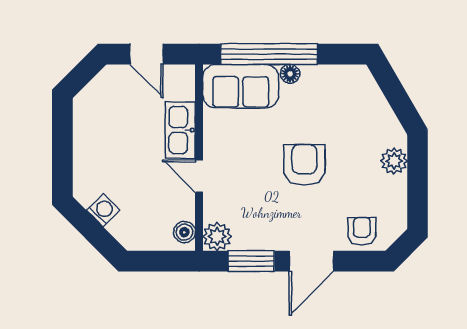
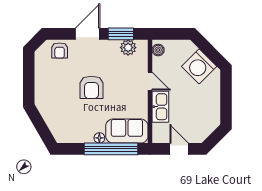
plant: (394, 161) -> (42, 90), removed
washing machine: (103, 210) -> (199, 66), width x1.89, depth x1.89
plant: (217, 237) -> (128, 48), moved

